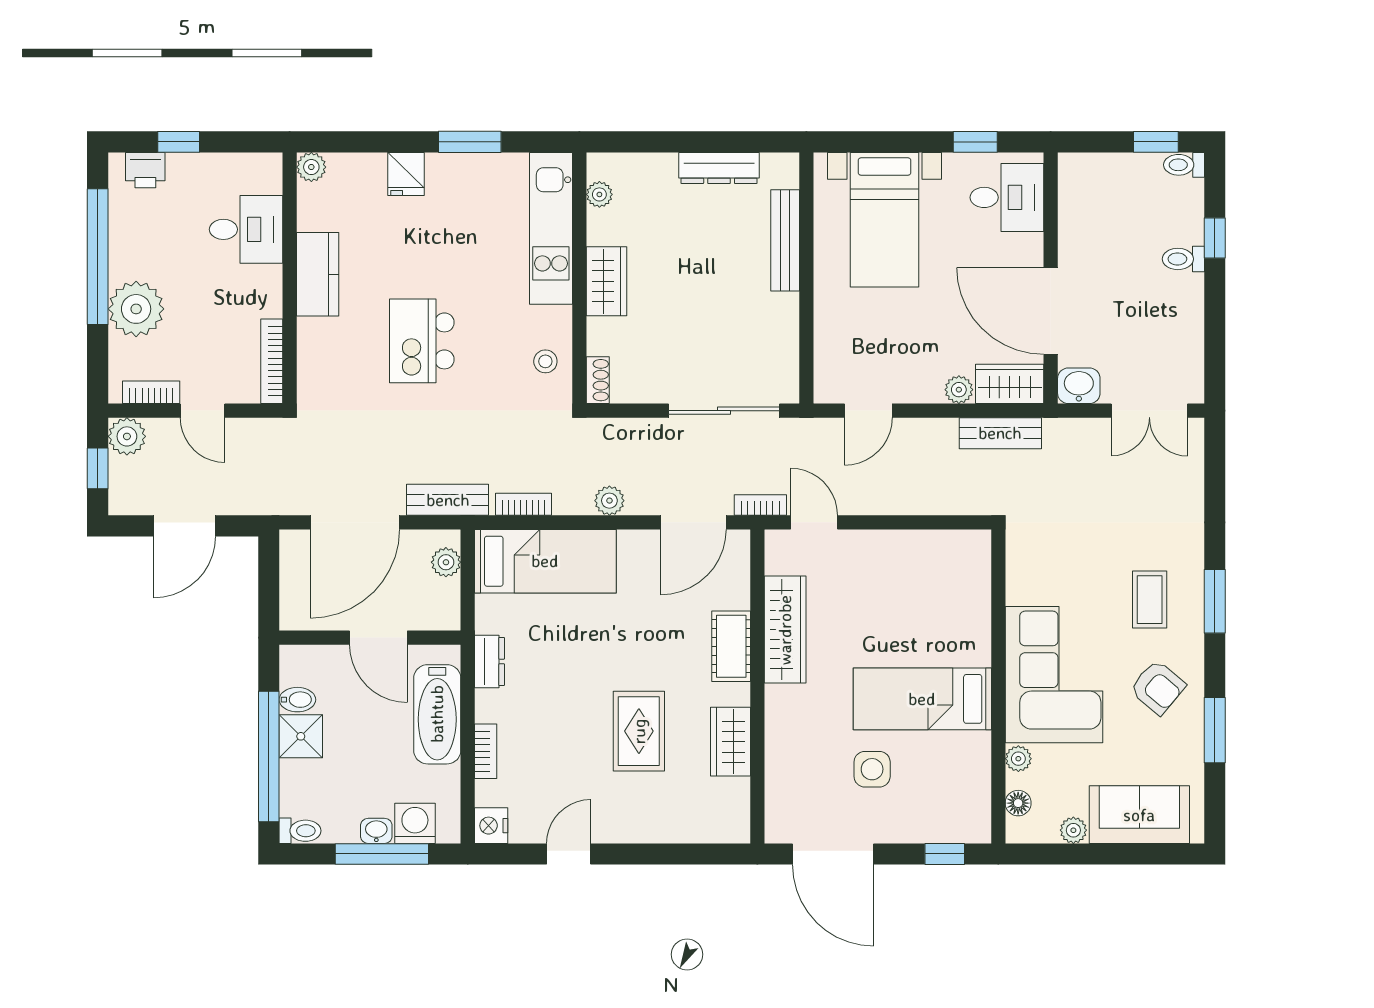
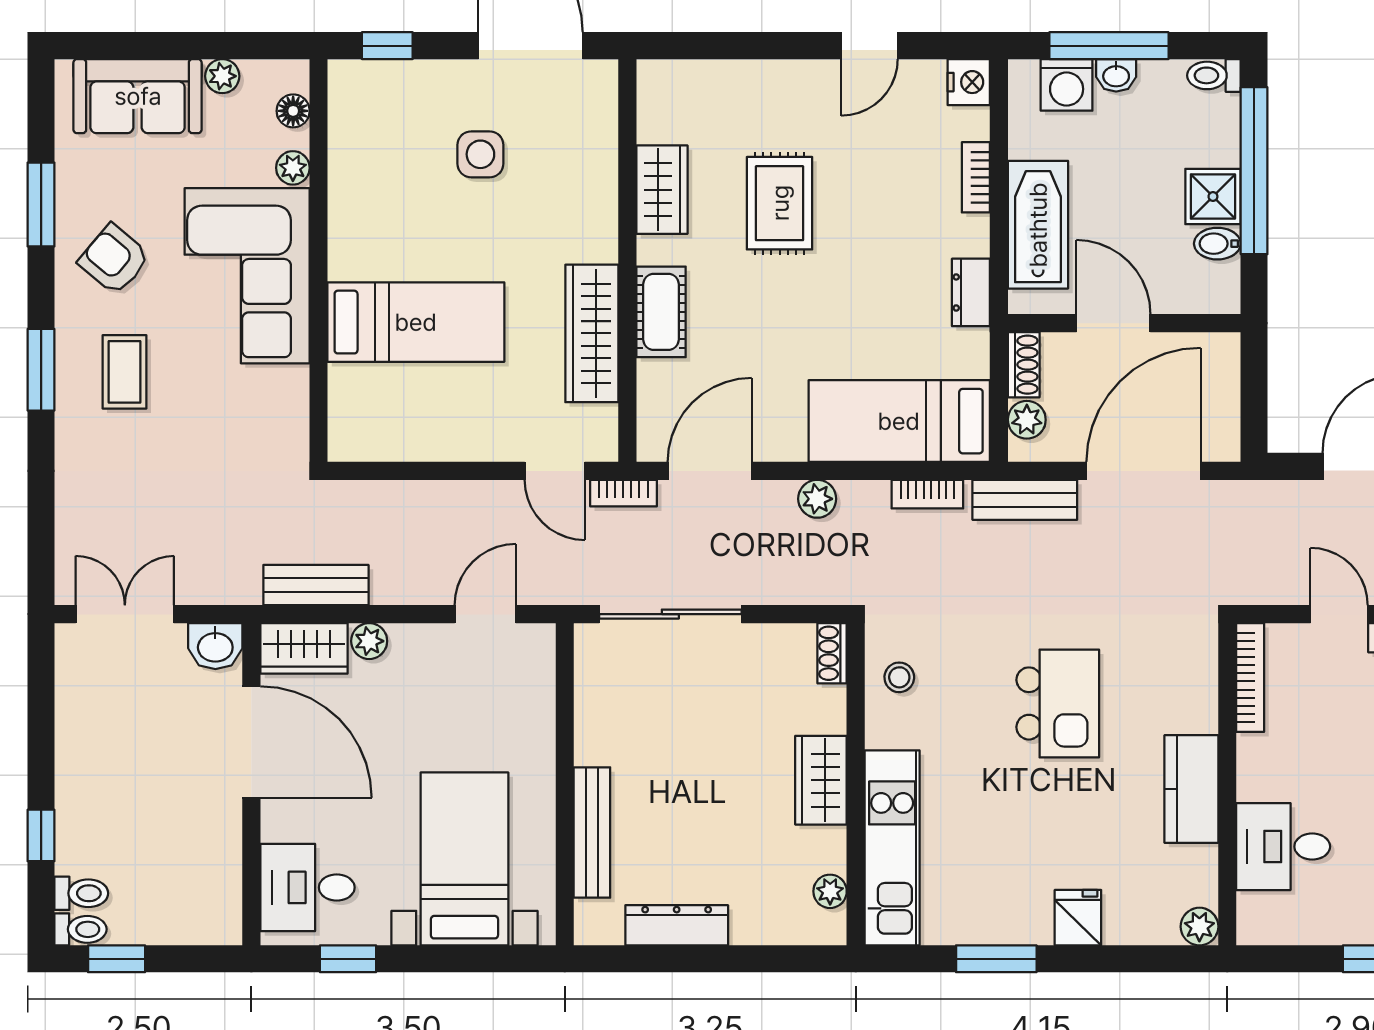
toilet: (1183, 259) -> (81, 893), moved
shoe rack: (448, 605) -> (1024, 365), added
bed: (922, 699) -> (416, 322), moved

